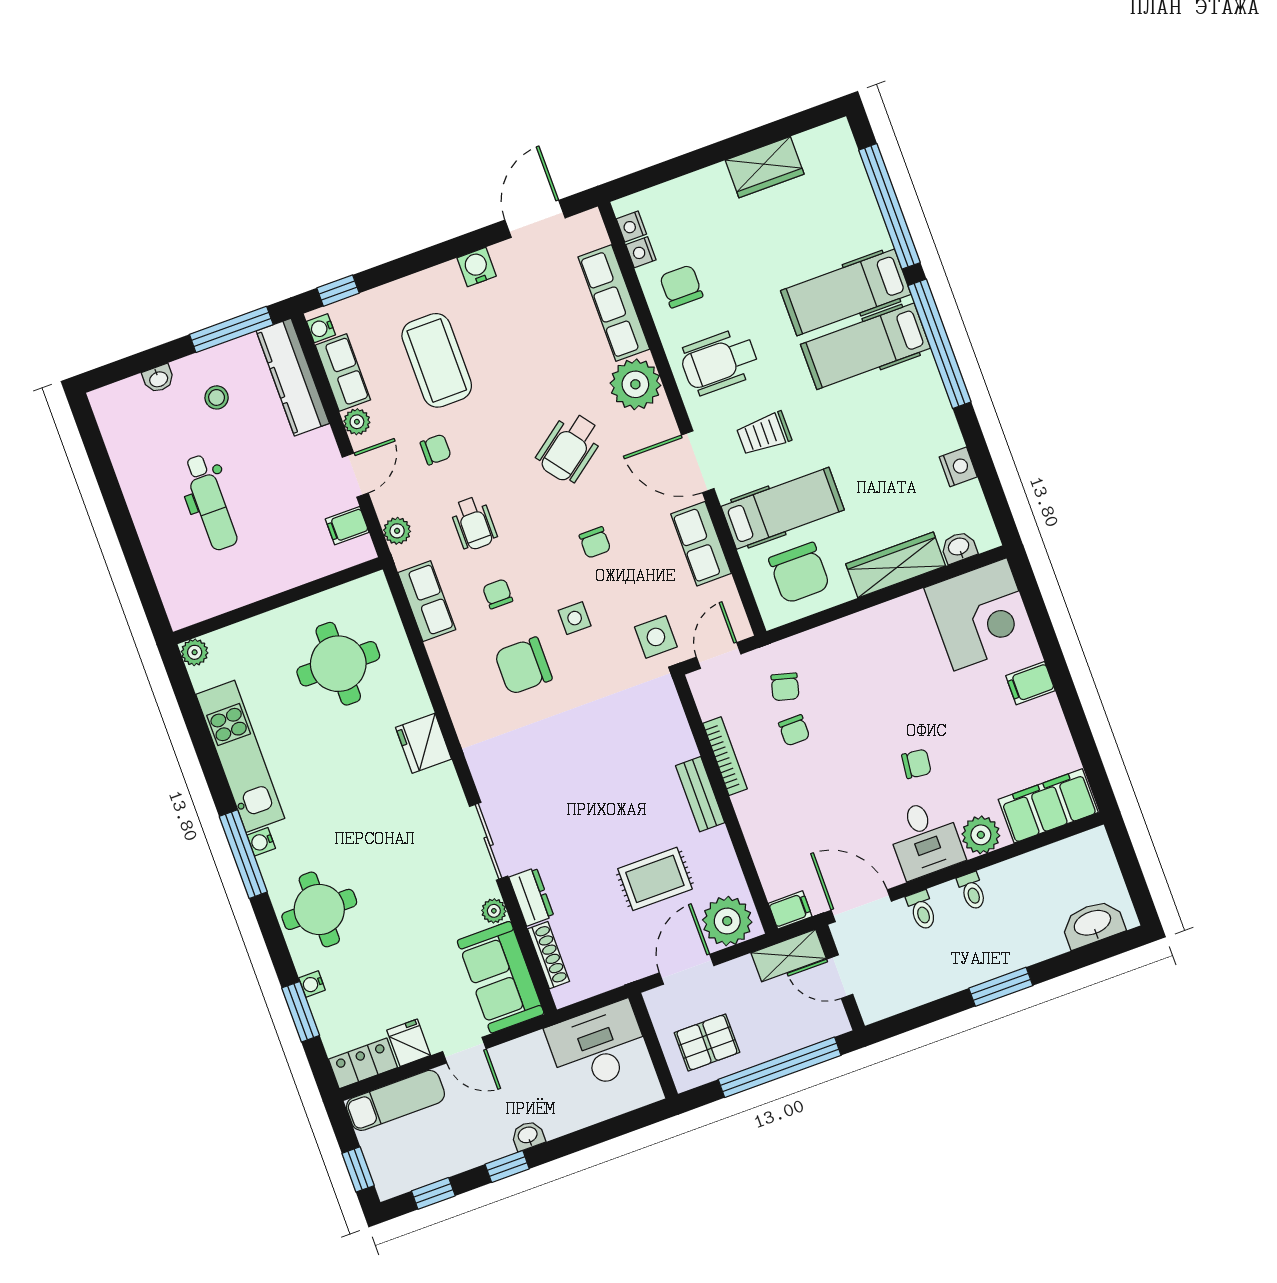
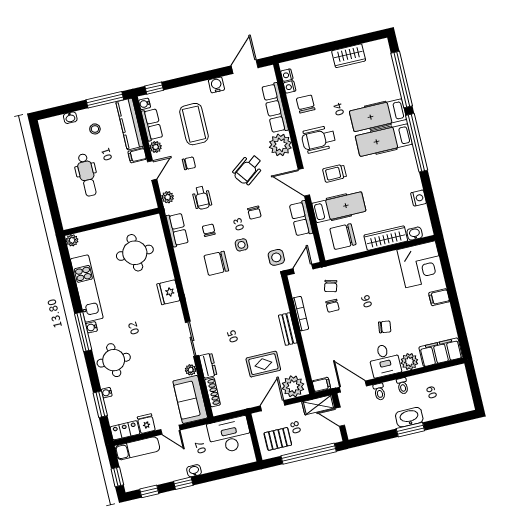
filing cabinet: (347, 526) -> (137, 155), moved
chair: (799, 573) -> (343, 237), turned 90
washbasin: (1093, 924) -> (409, 417), moved

